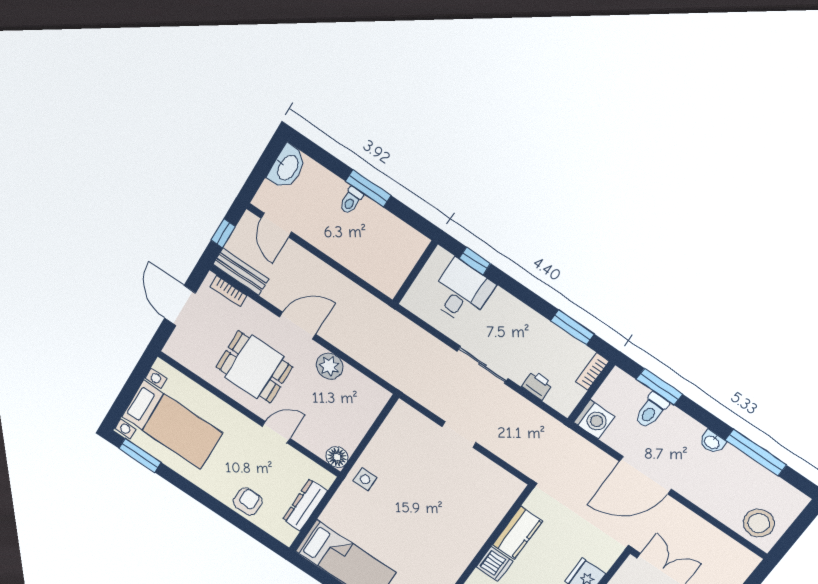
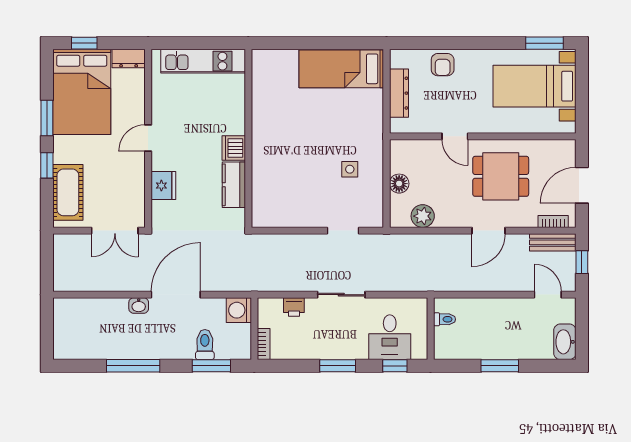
toilet: (351, 201) -> (444, 319), moved, turned 90
door: (180, 306) -> (582, 185), swing flipped
window: (573, 328) -> (338, 366), moved
plant: (329, 366) -> (423, 216), moved
door: (276, 432) -> (455, 136), hinge flipped
doorway: (459, 435) -> (343, 231), moved
washbasin: (712, 442) -> (139, 305), moved, turned 180
window: (756, 453) -> (133, 366), moved
floor lamp: (337, 457) -> (399, 184), moved
side table: (365, 479) -> (350, 169), moved
stool: (759, 523) -> (75, 316), removed

